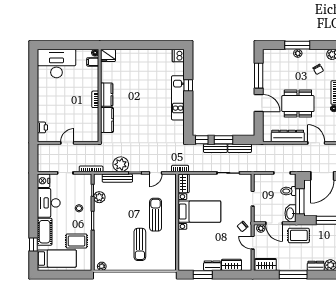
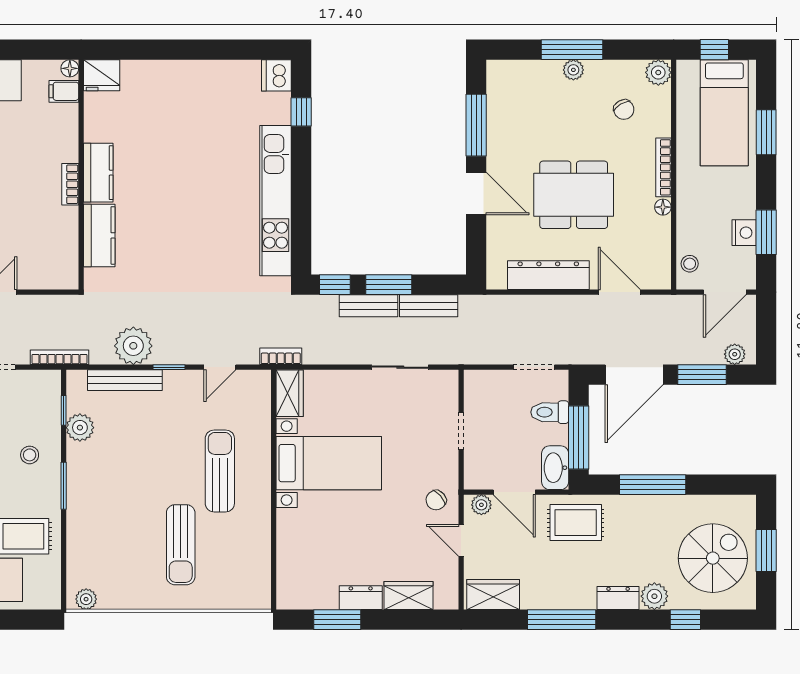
window: (188, 85) -> (301, 112), moved
kitchen unit: (178, 98) -> (276, 201), width x1.36

